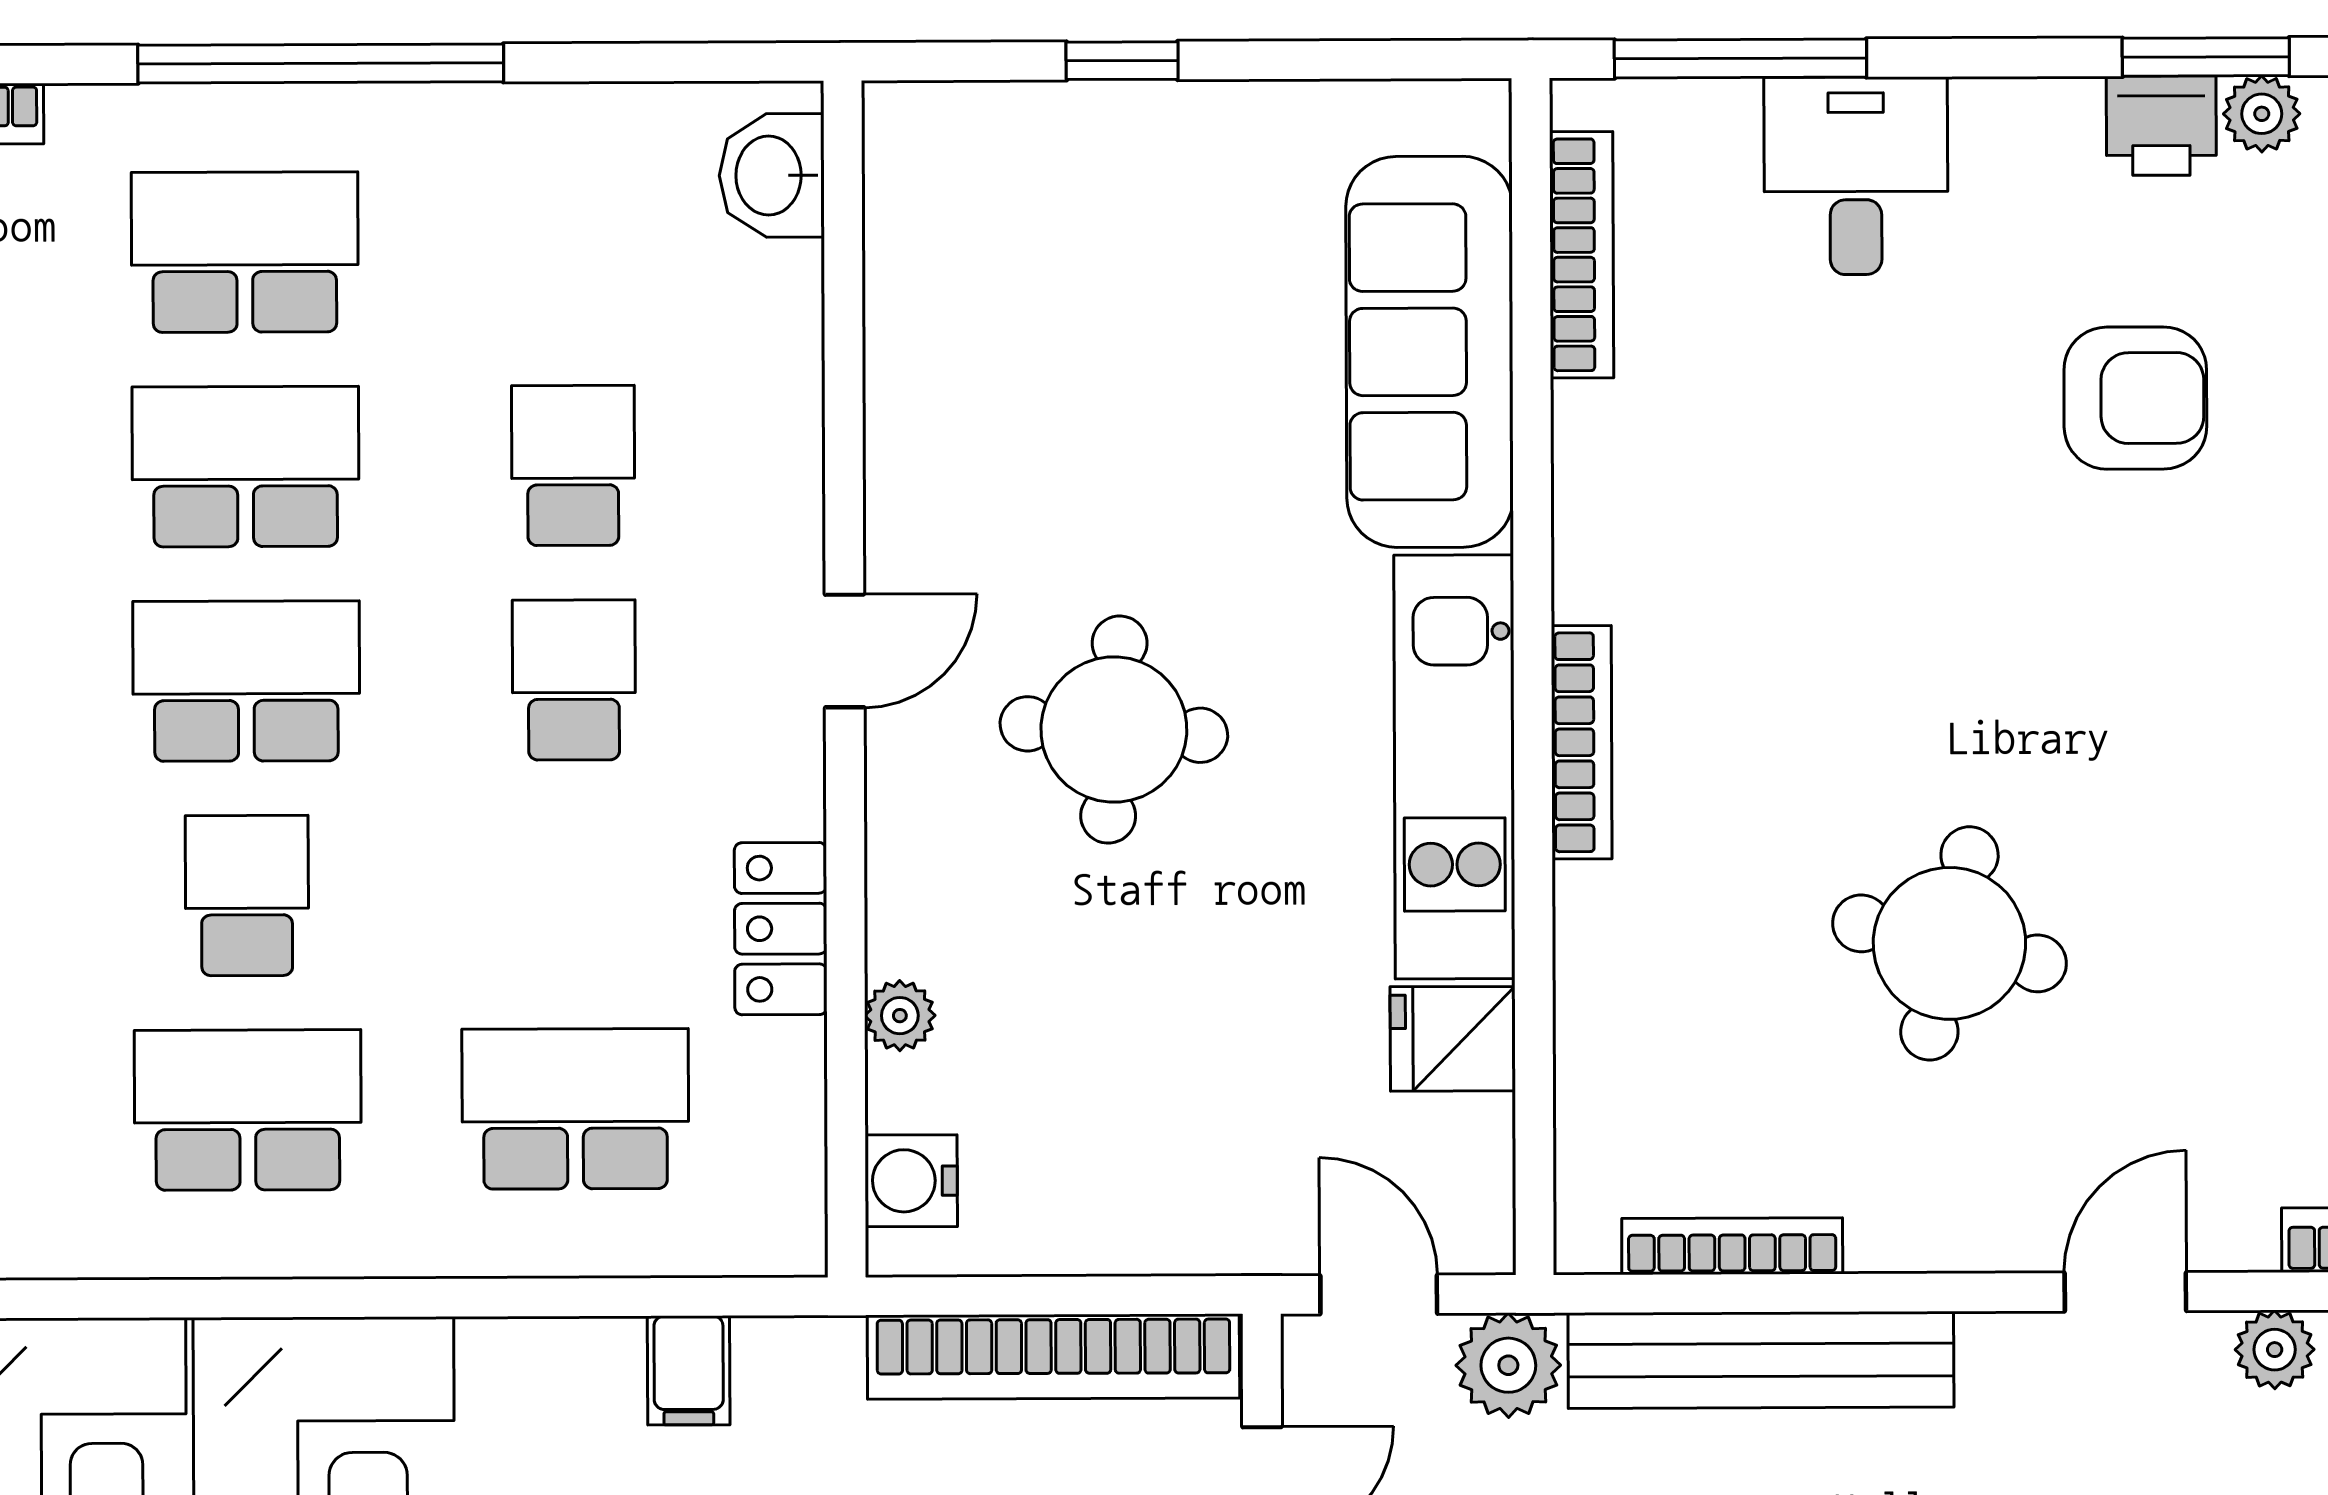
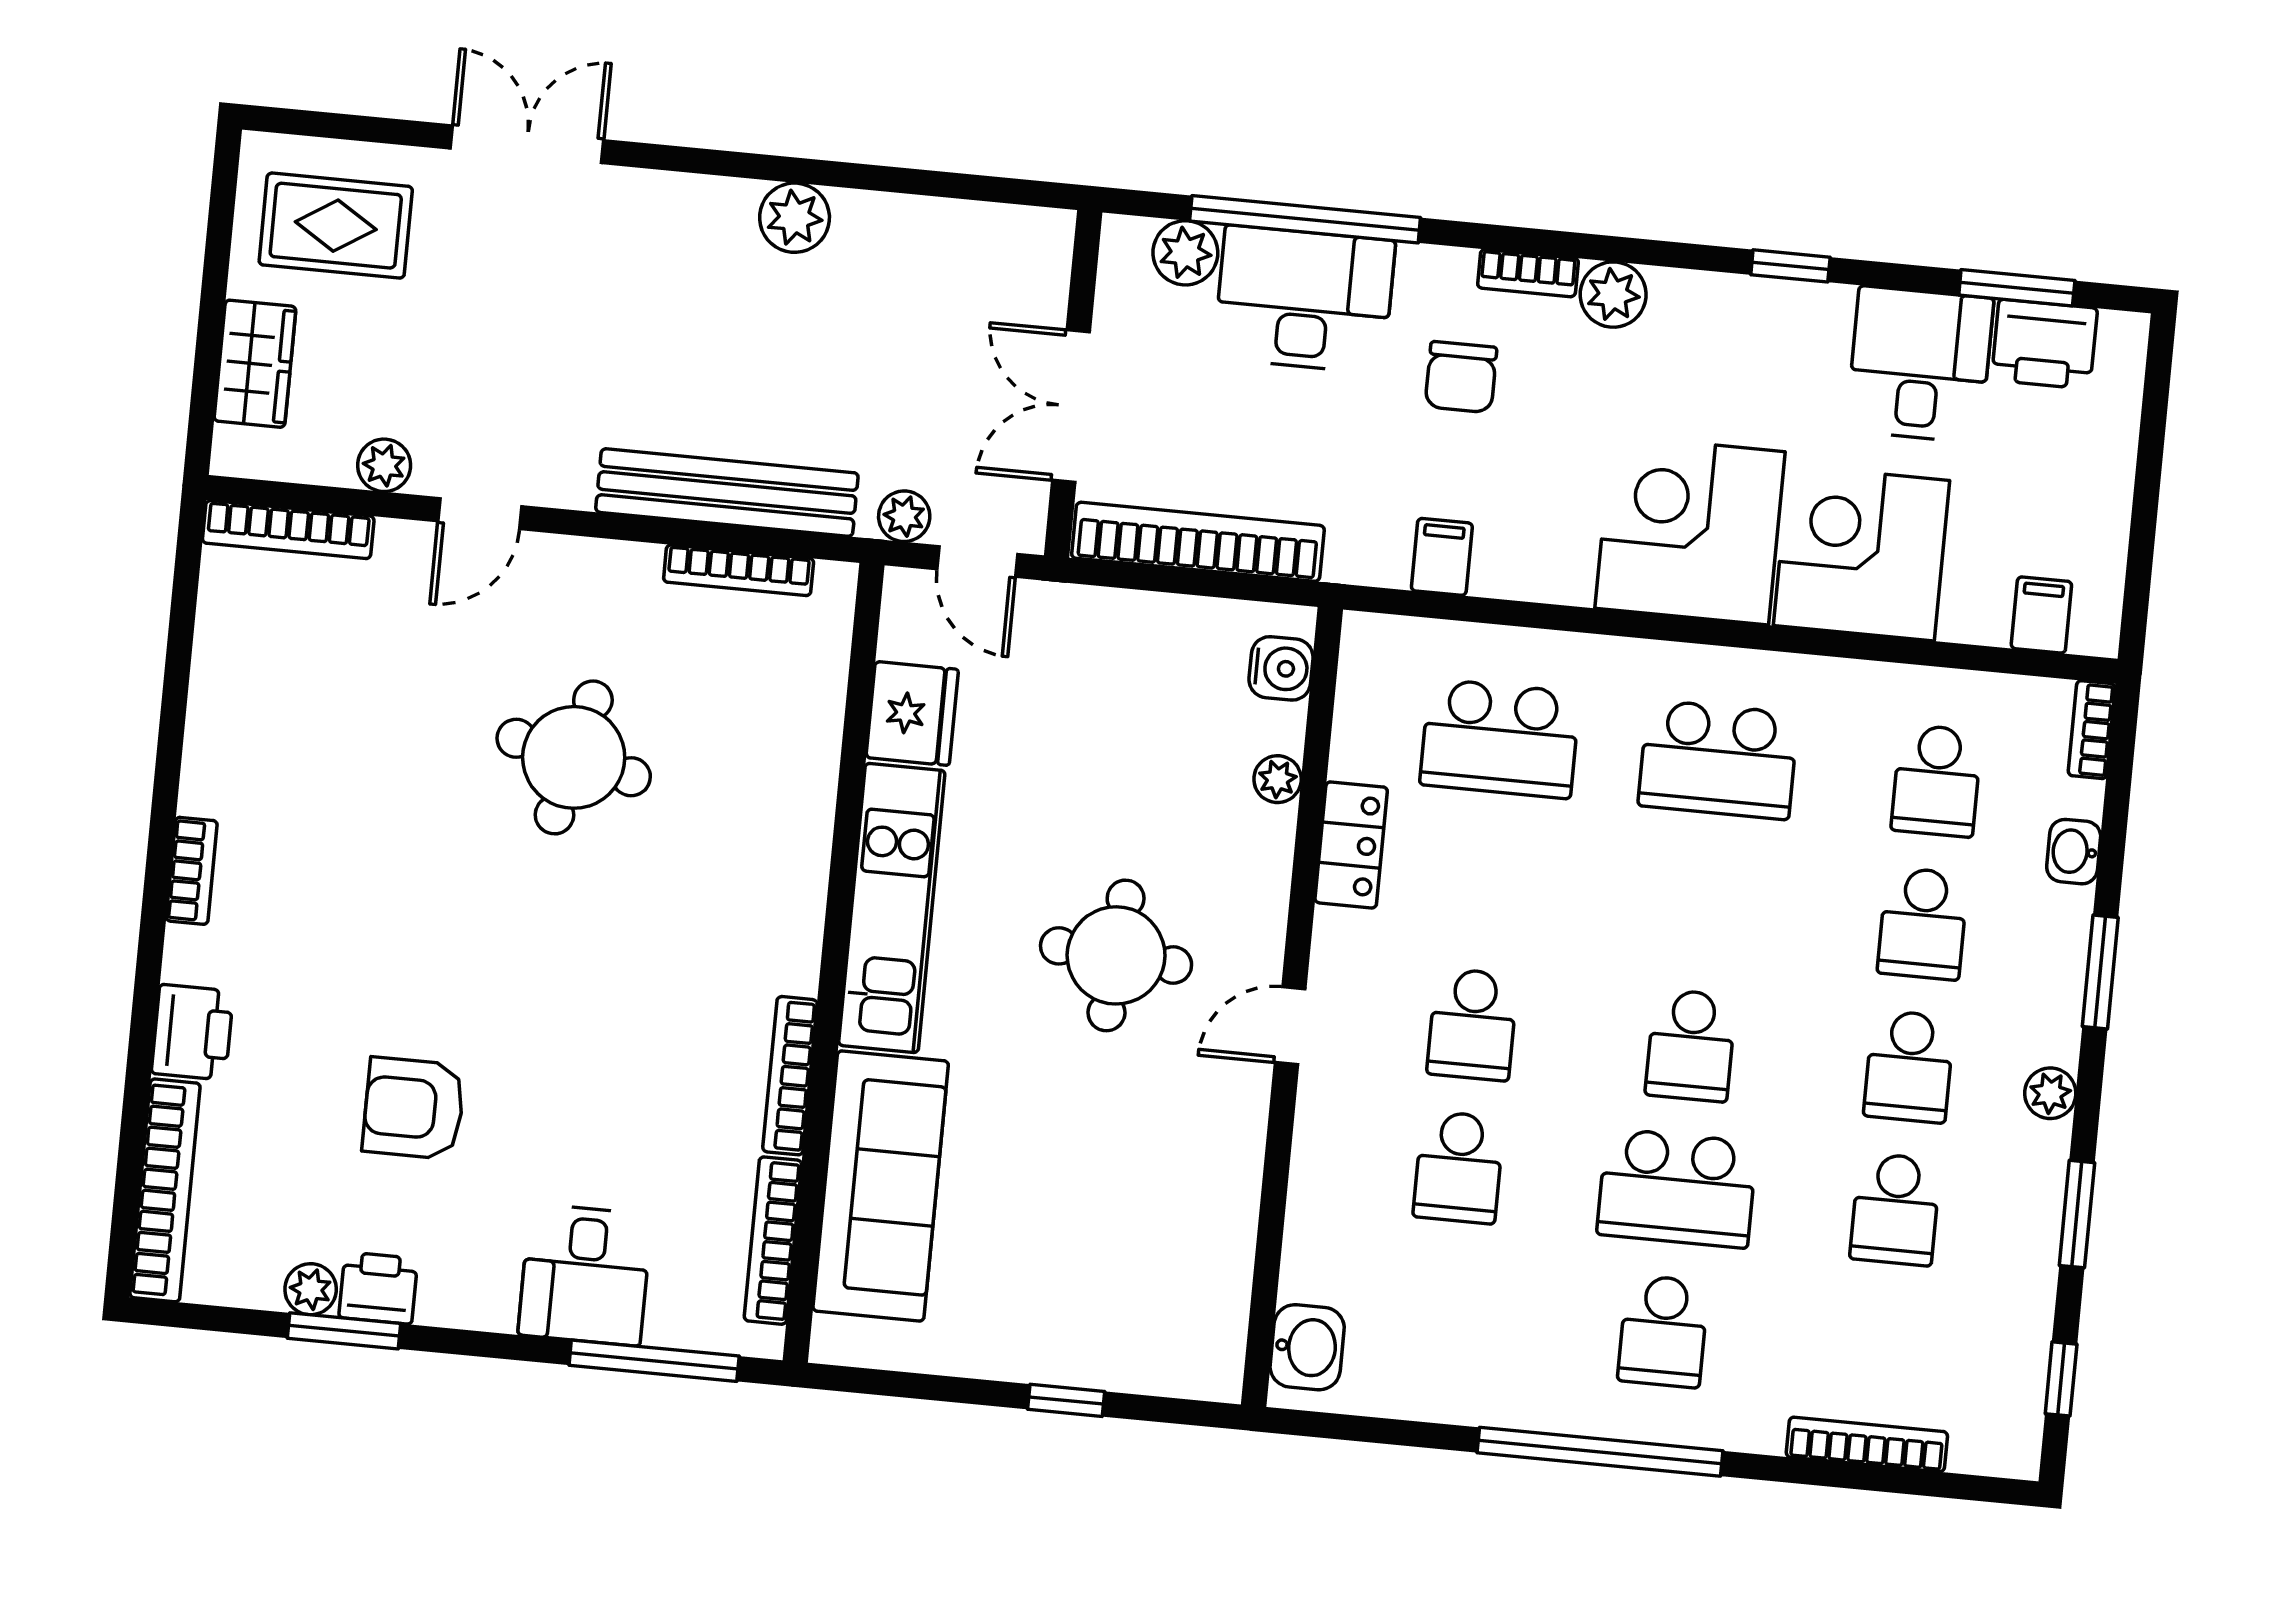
school desk: (245, 252) -> (1663, 1331), width x0.54
school desk: (246, 681) -> (1691, 1045), width x0.54
bookcase: (1582, 742) -> (790, 1076), moved
school desk: (247, 896) -> (1704, 903), removed
fridge: (1453, 1039) -> (912, 714), width x1.38
plant: (1508, 1365) -> (904, 516), width x0.73, depth x0.73

